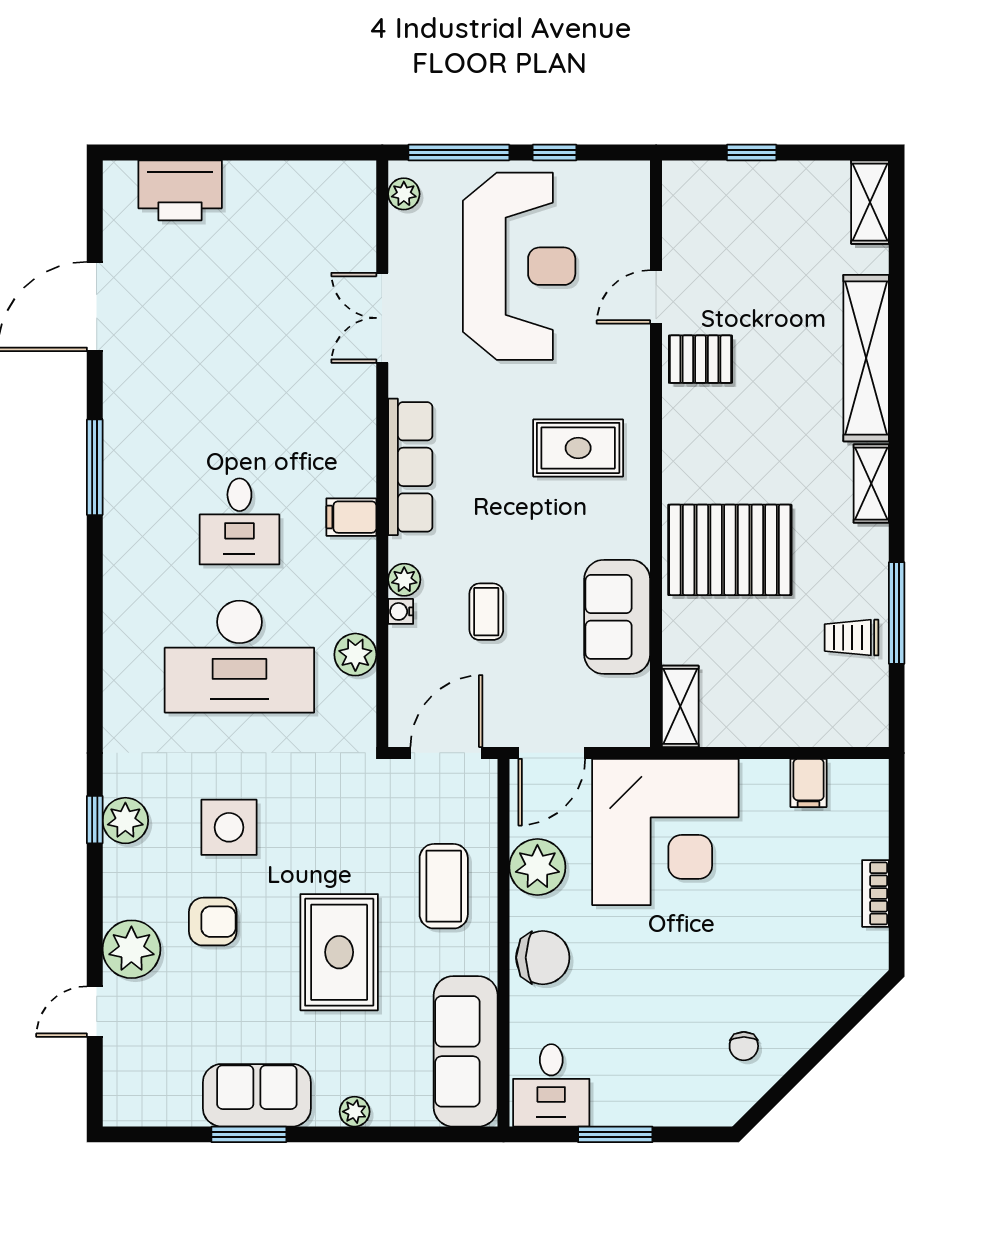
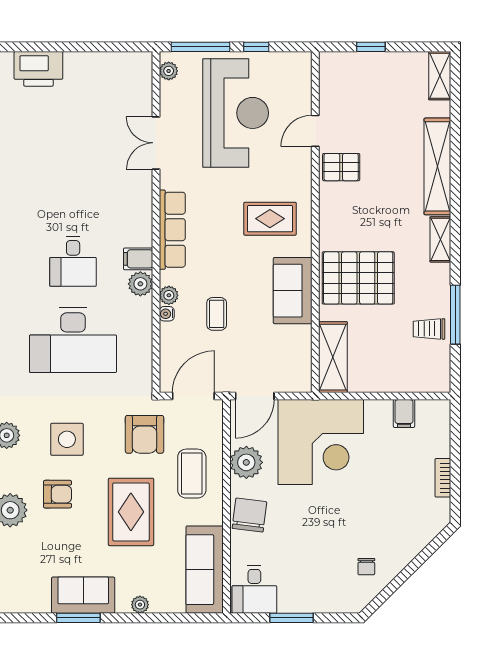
sofa: (617, 617) -> (293, 291), moved
plant: (355, 655) -> (140, 284), moved
shelving: (680, 706) -> (333, 357), width x1.50, depth x1.33
armchair: (362, 819) -> (145, 434), added
chair: (543, 958) -> (249, 515), turned -83

